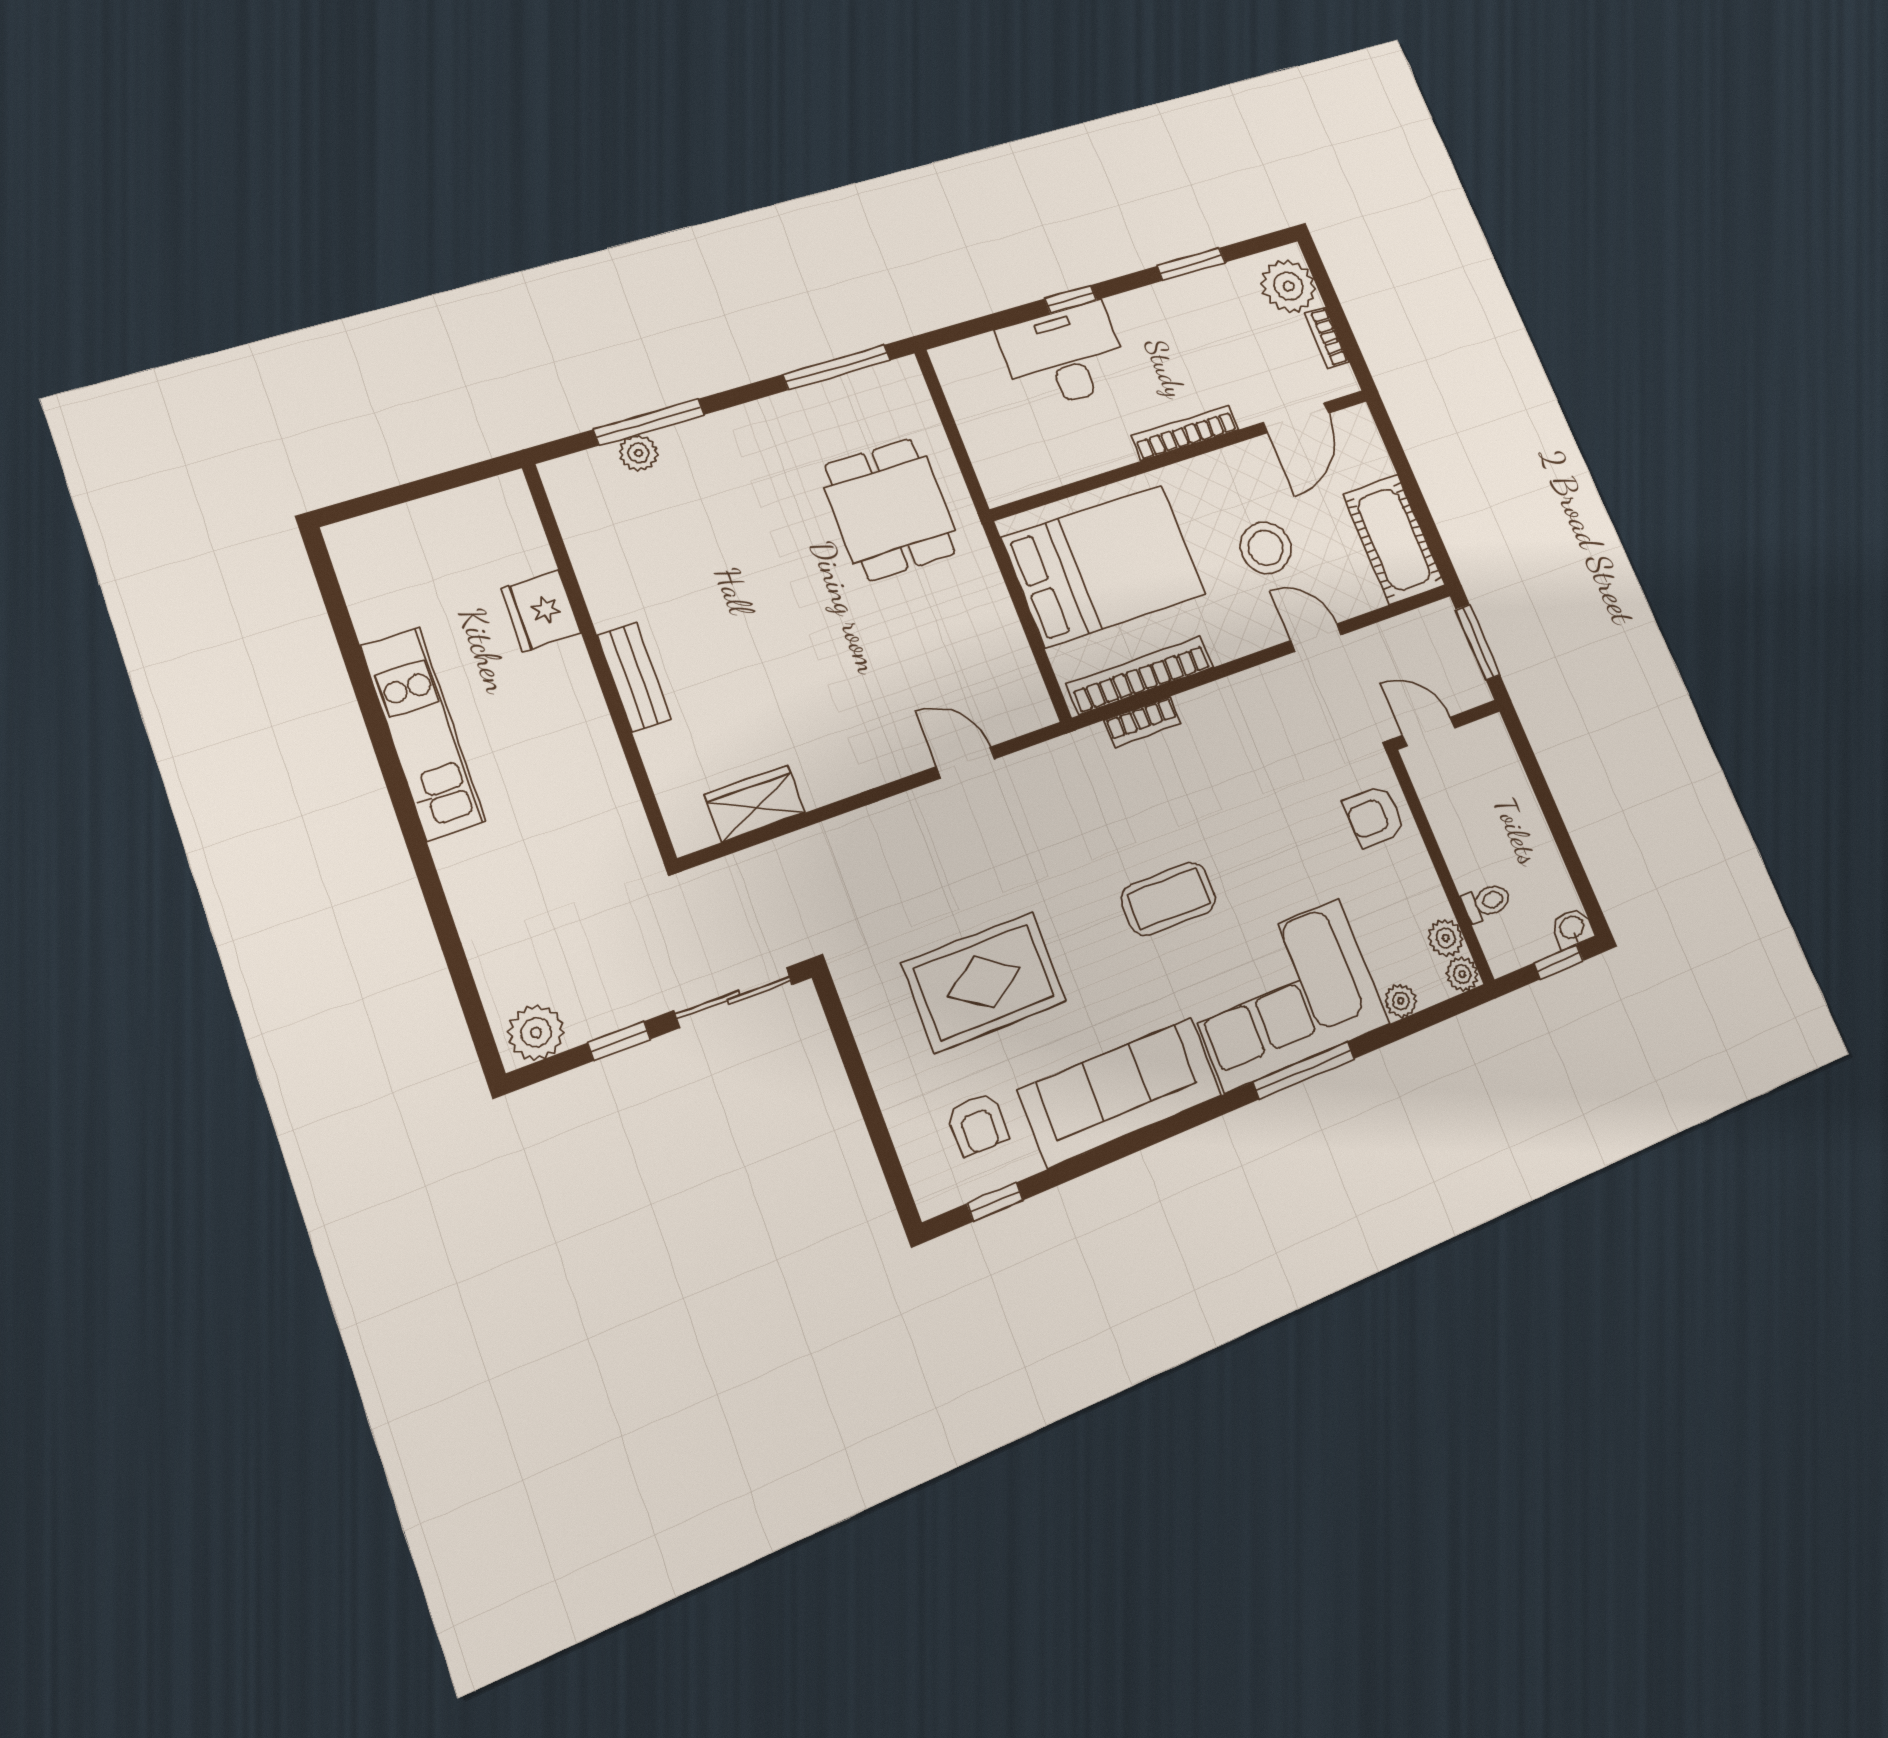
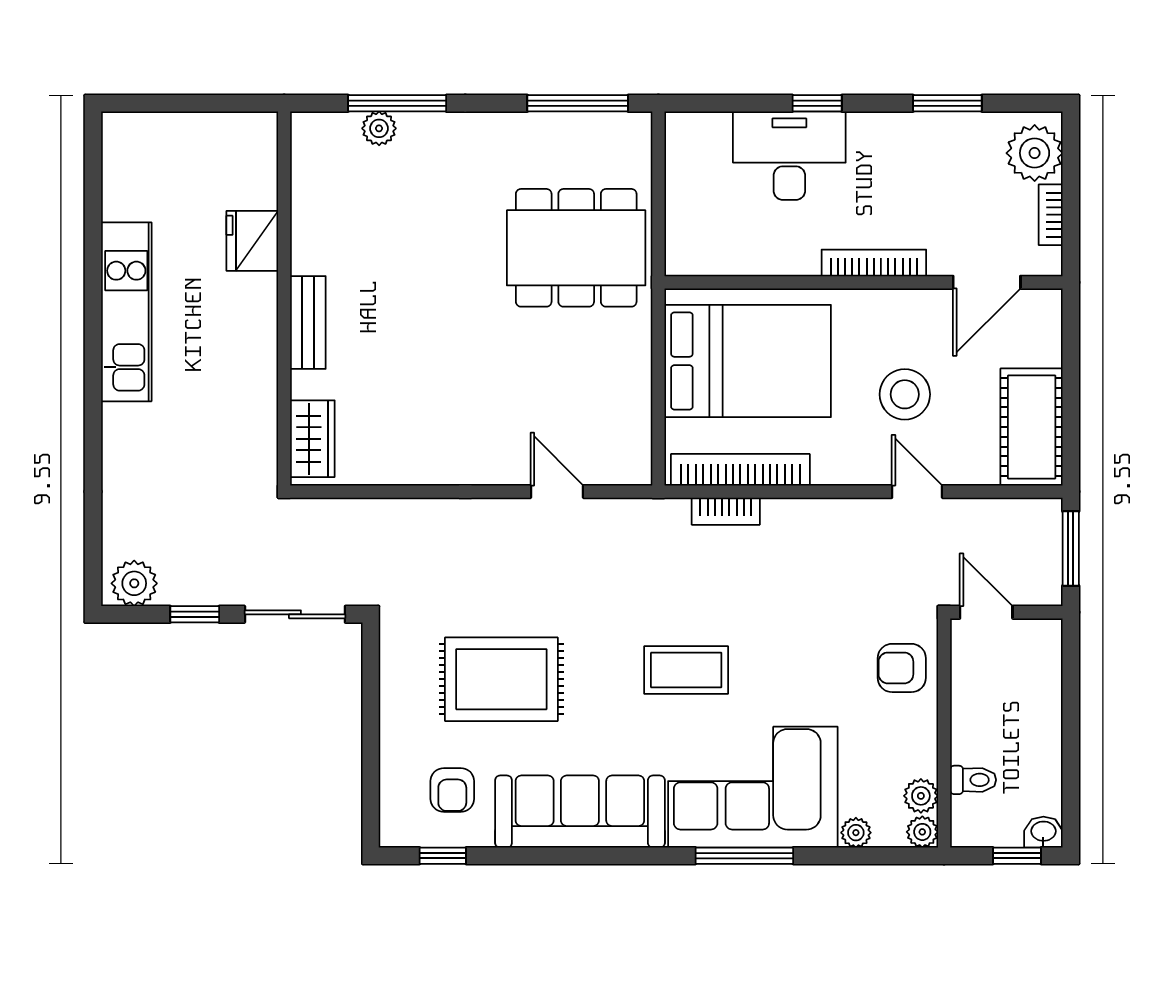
dining table: (890, 509) -> (576, 248), width x1.38
wardrobe: (755, 804) -> (312, 439), moved, turned 90

